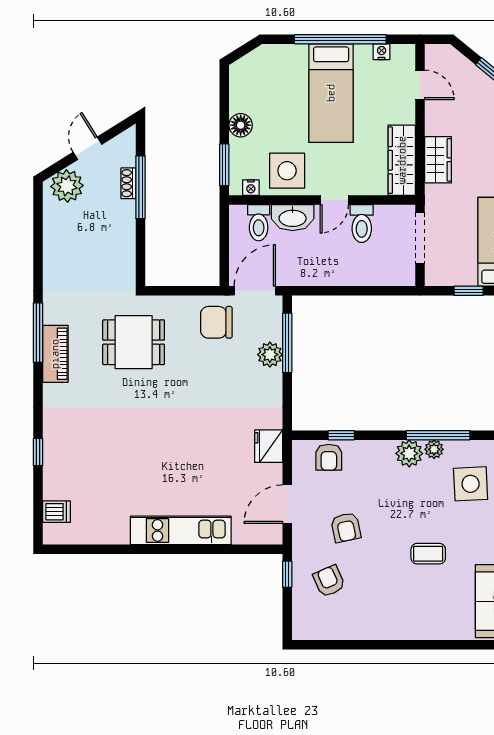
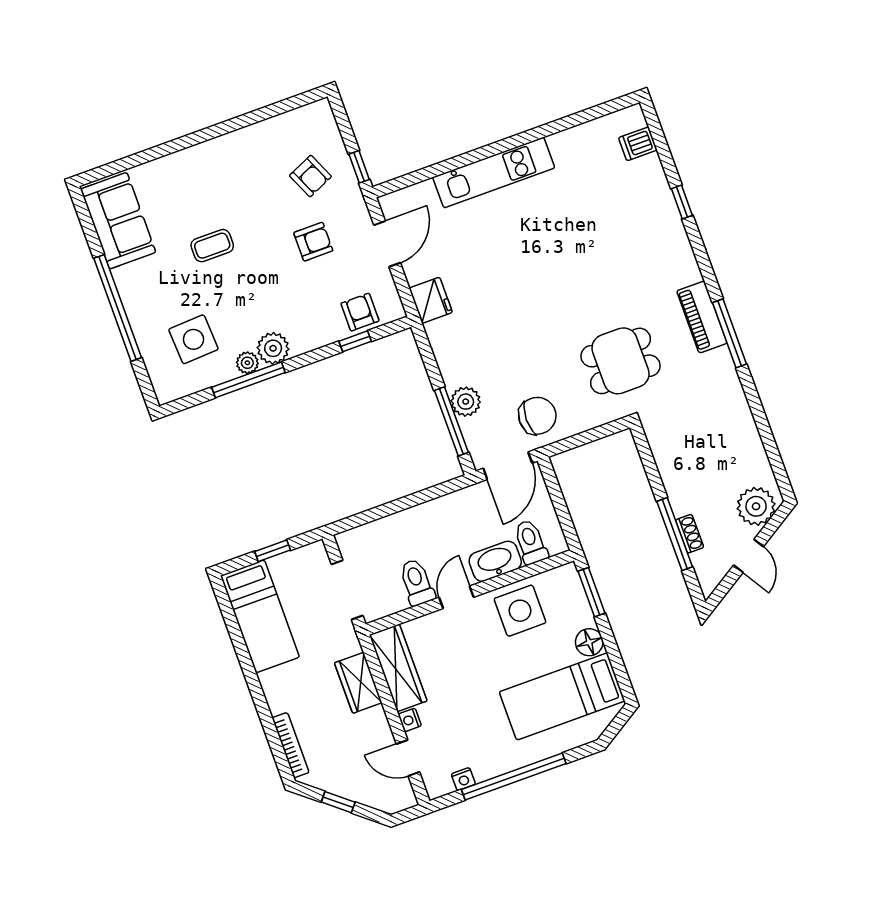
bed: (331, 93) -> (562, 696), moved, turned -90
nightstand: (251, 188) -> (410, 720), moved, turned -90
armchair: (346, 527) -> (313, 242), turned 102

